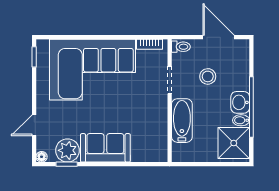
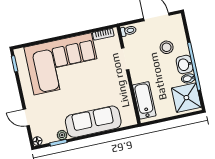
stool: (208, 76) -> (167, 47), moved
bathtub: (182, 121) -> (144, 100), moved
door: (34, 125) -> (26, 118), hinge flipped
sofa: (105, 148) -> (93, 122), width x1.36
plant: (67, 150) -> (62, 135), width x0.53, depth x0.53

